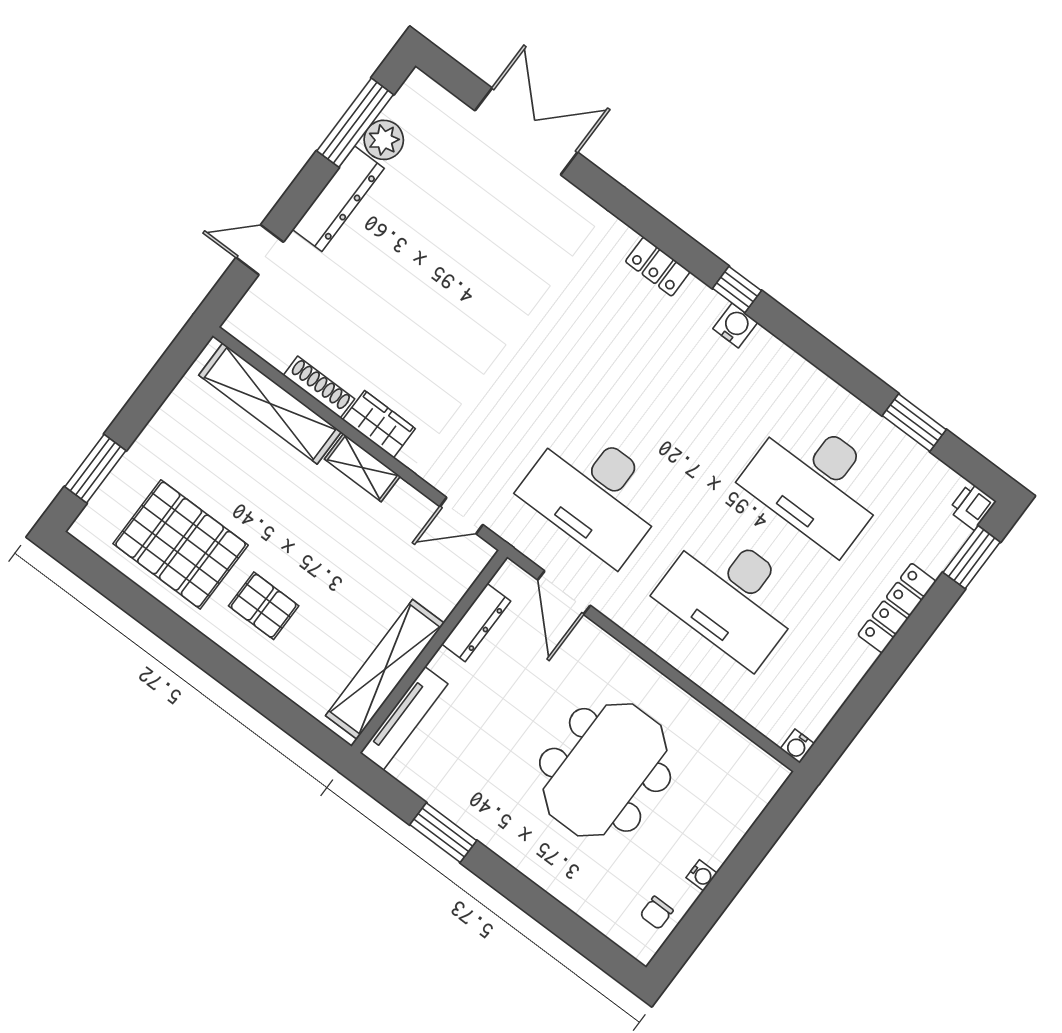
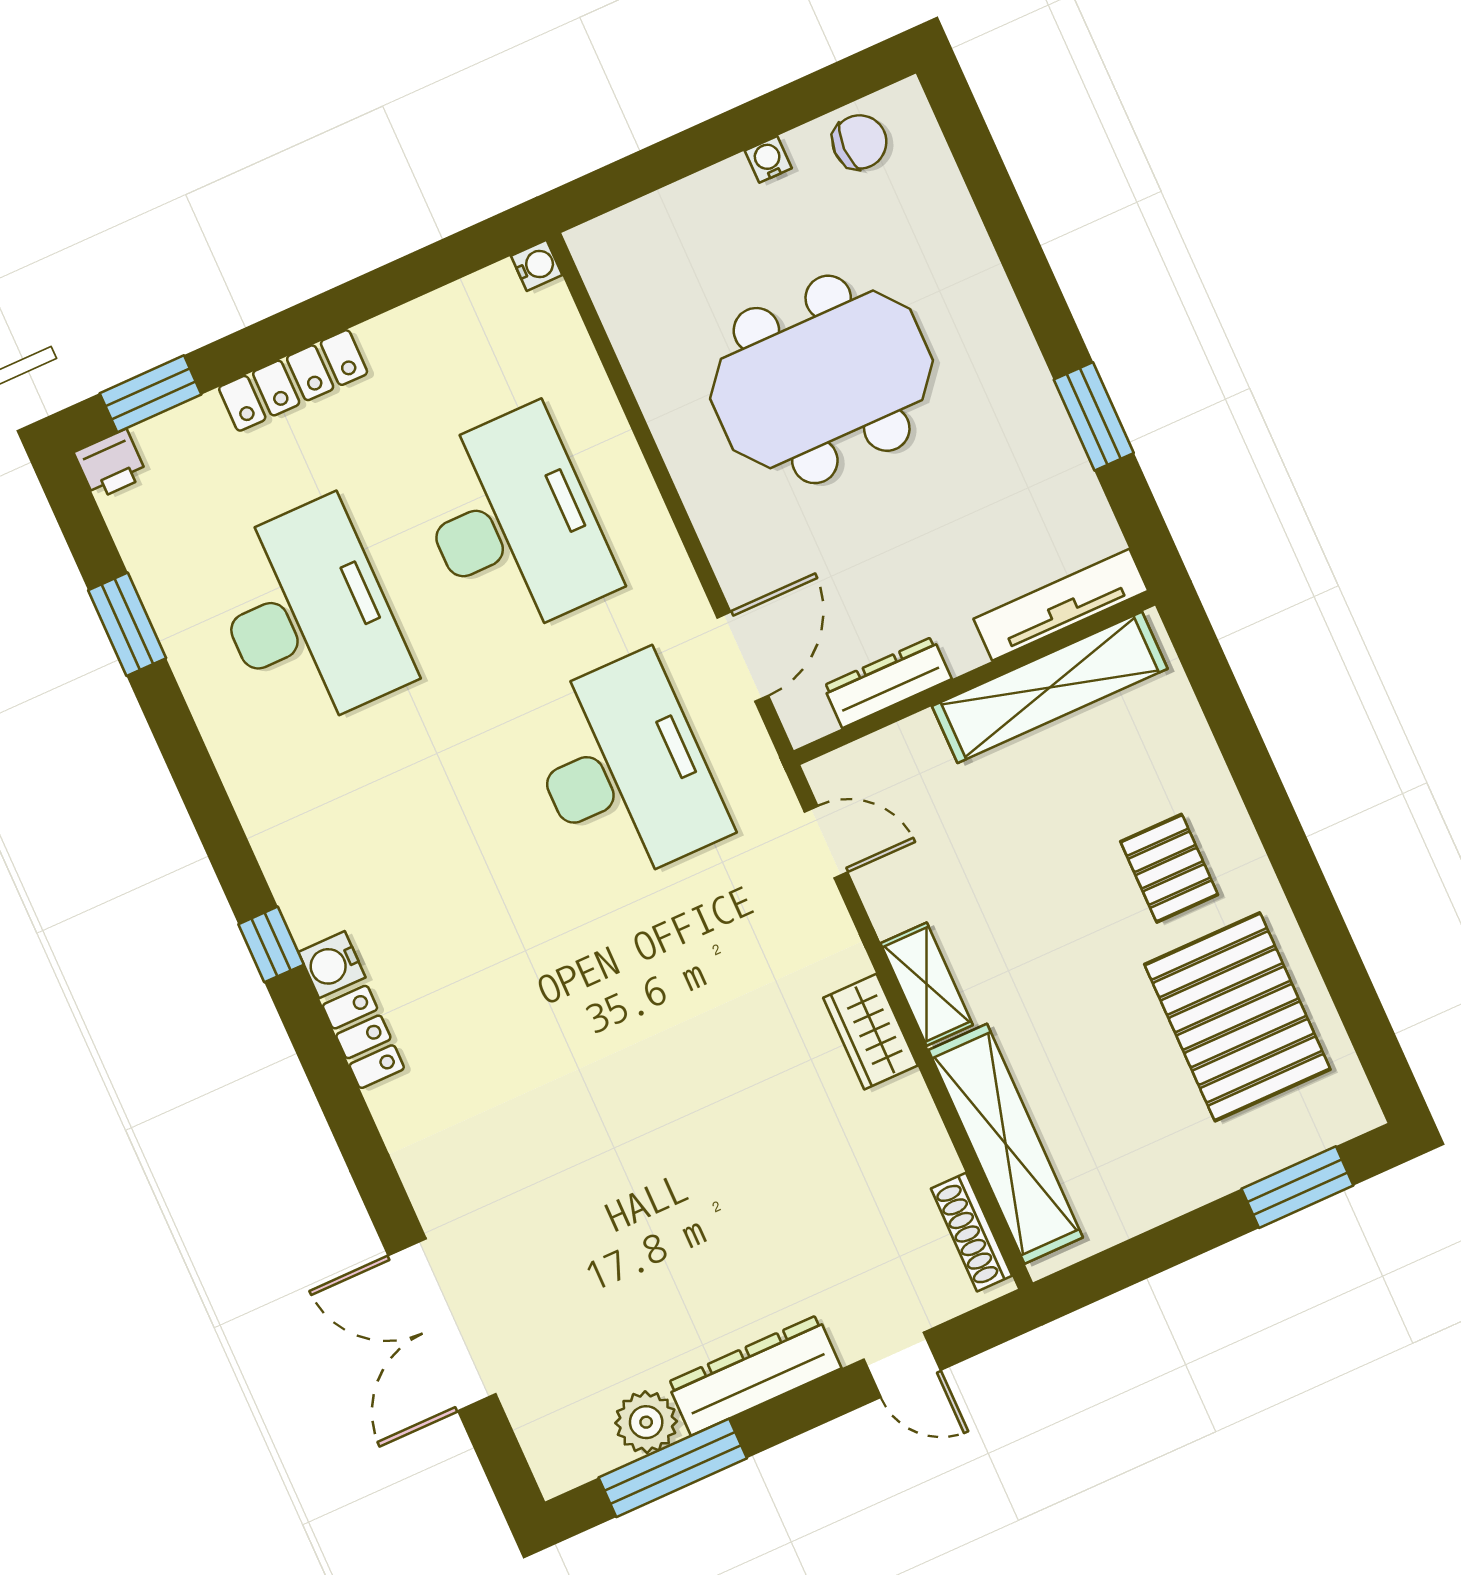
water cooler: (735, 325) -> (332, 965), moved
shoe rack: (319, 387) -> (971, 1232), moved
chair: (657, 913) -> (859, 142), width x1.37, depth x1.37

